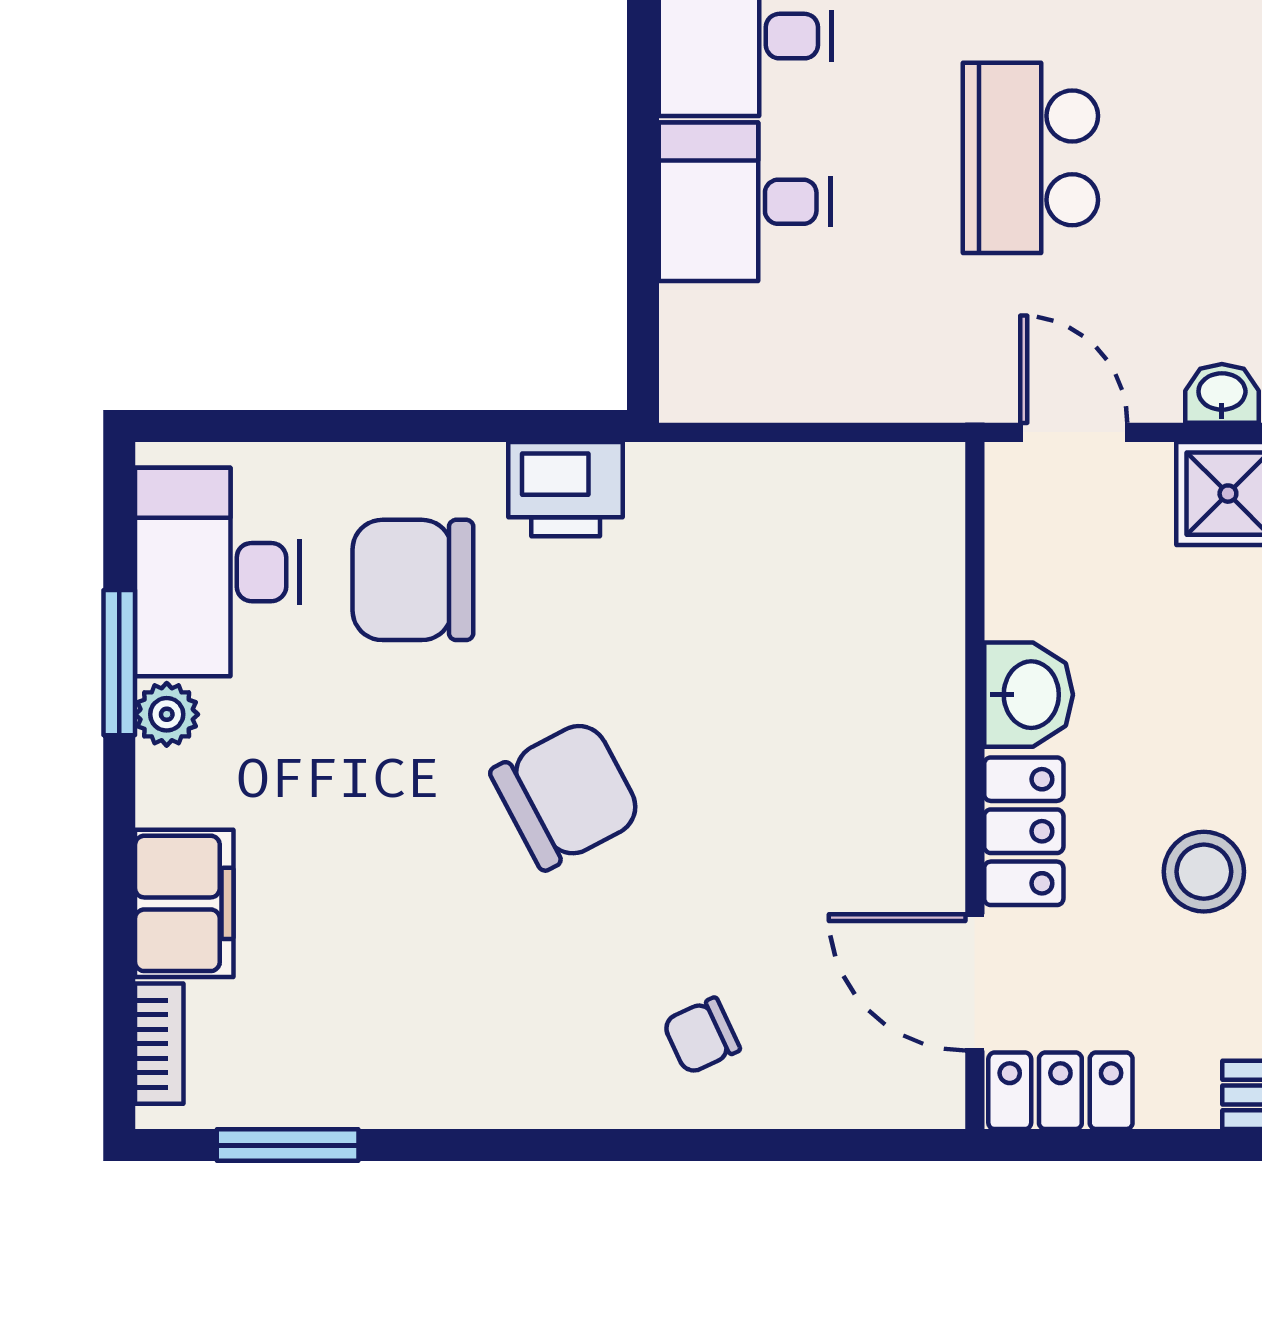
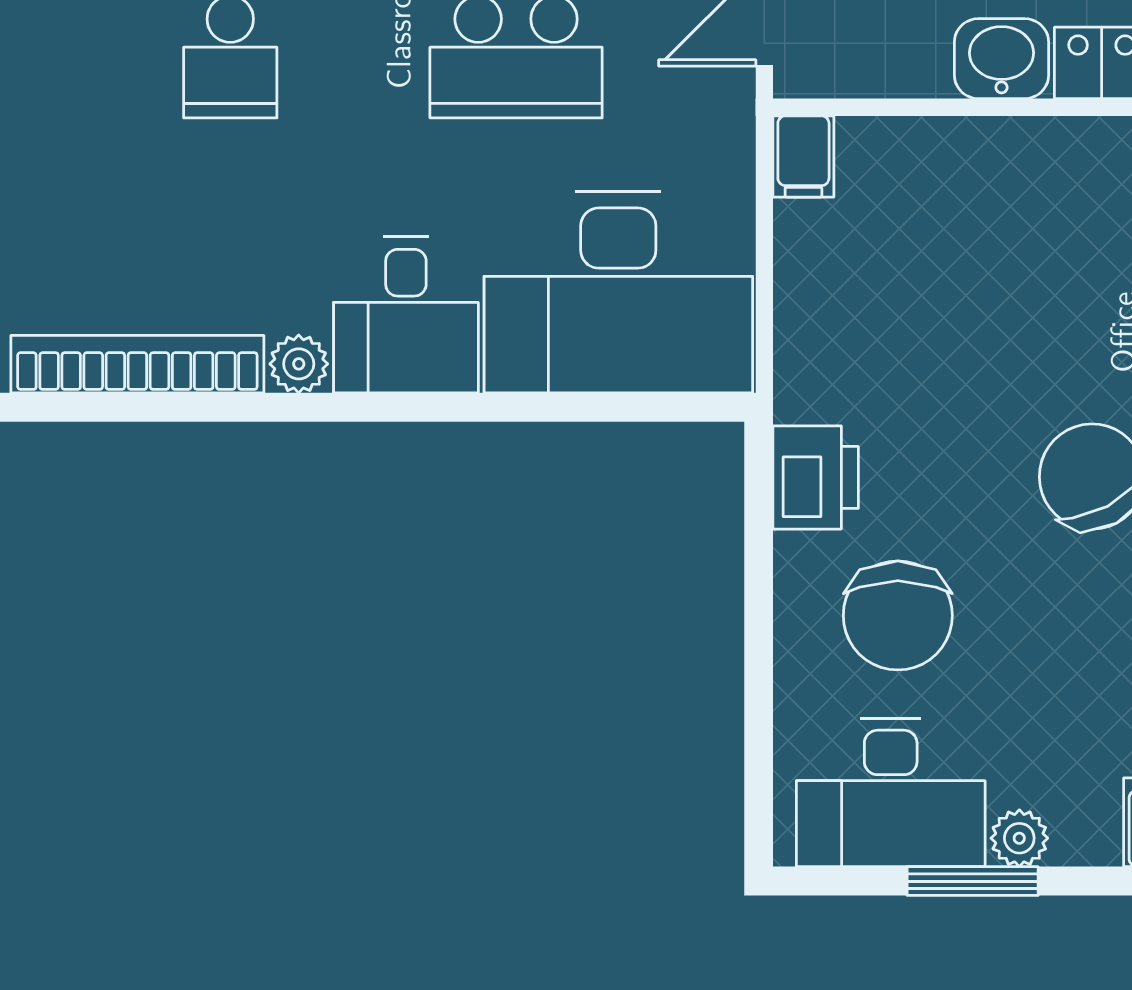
desk: (745, 202) -> (618, 292), width x1.87, depth x1.30
filing cabinet: (920, 476) -> (803, 156), added

